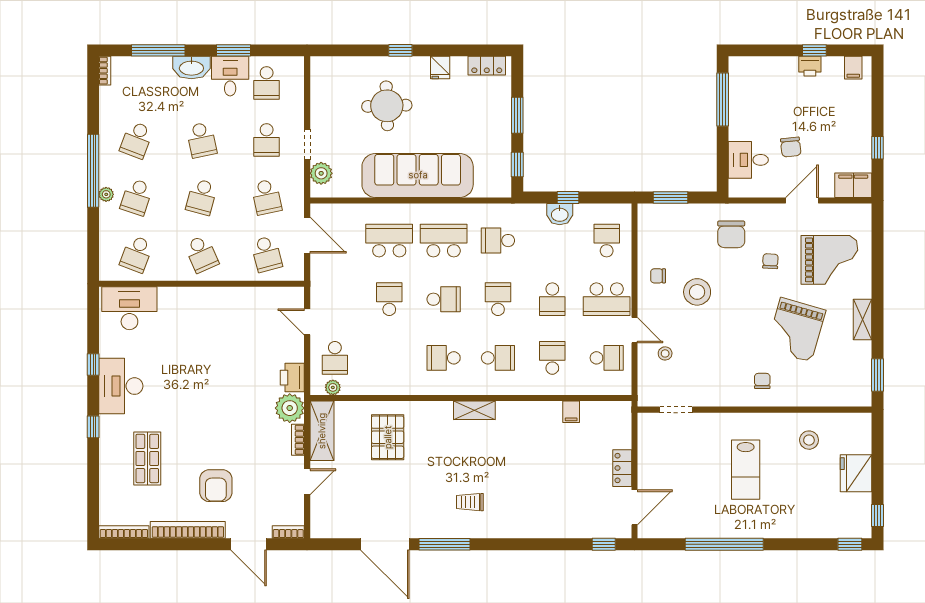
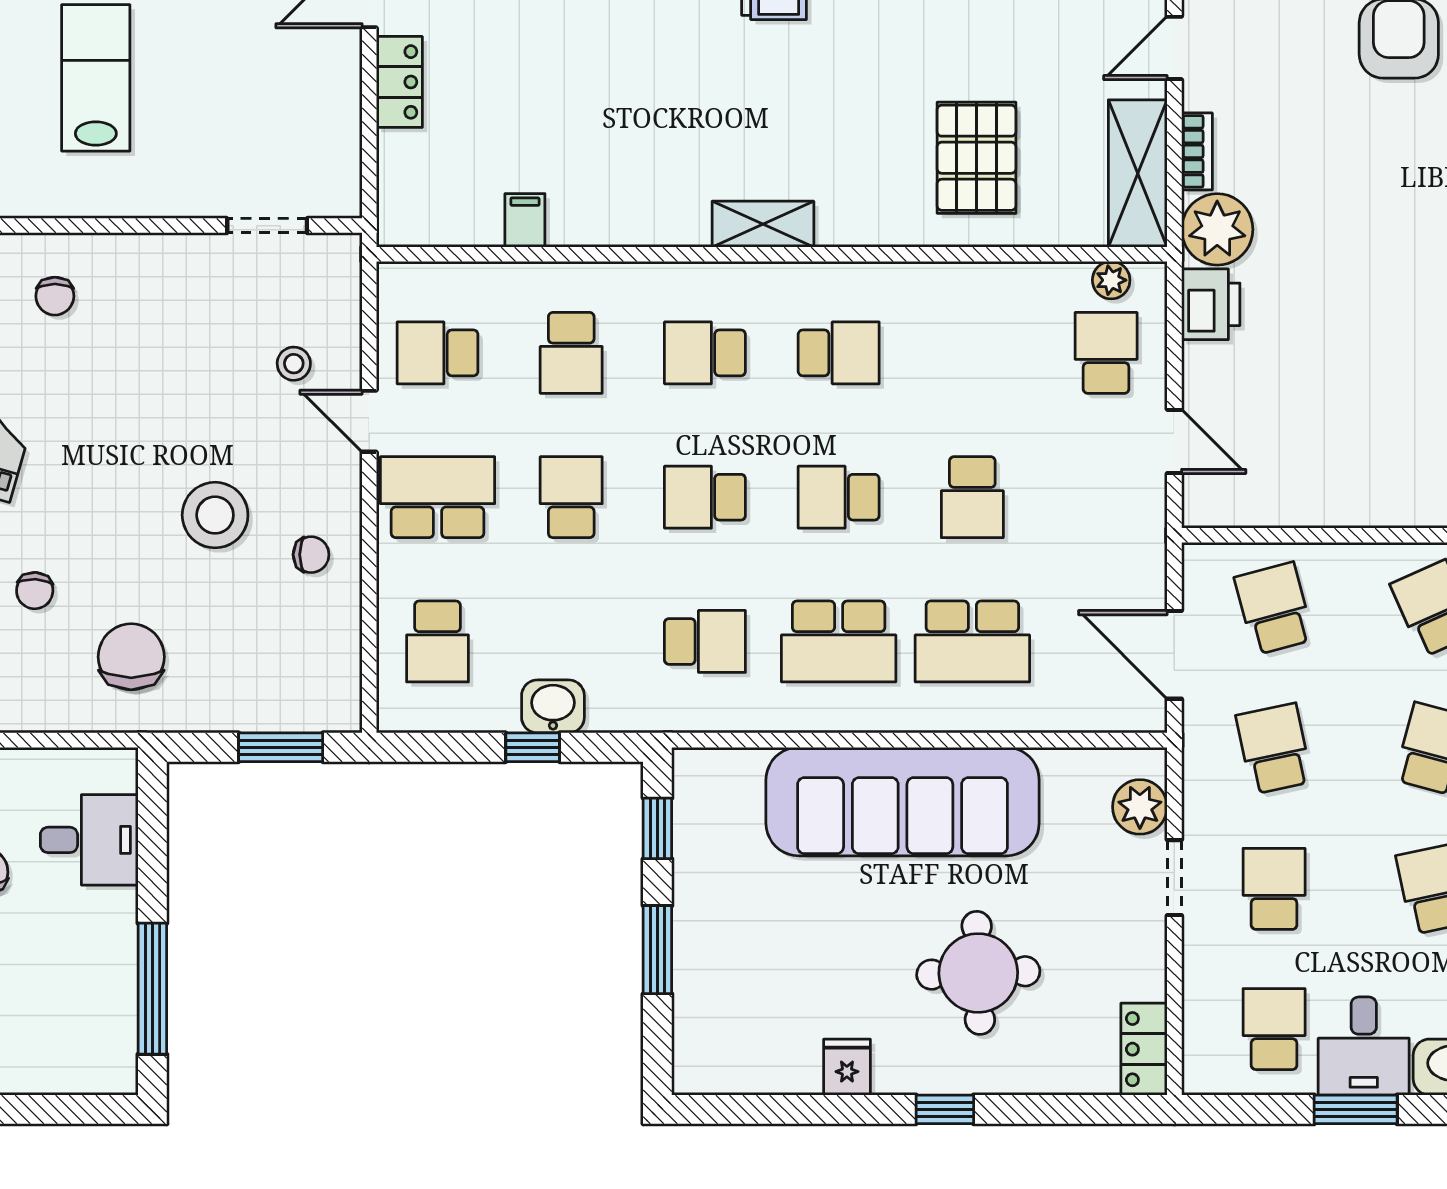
locker: (487, 66) -> (1144, 1049), moved, turned -90
school desk: (498, 299) -> (705, 497), turned 90

